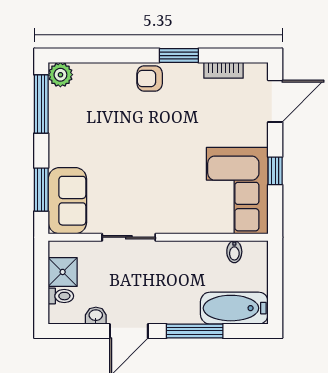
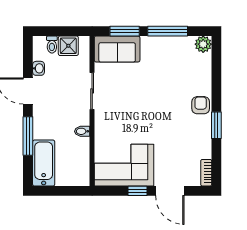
bookcase: (223, 70) -> (206, 173), moved
door: (275, 101) -> (170, 191), moved
window: (41, 104) -> (168, 31), moved
bidet: (234, 252) -> (82, 131), moved

